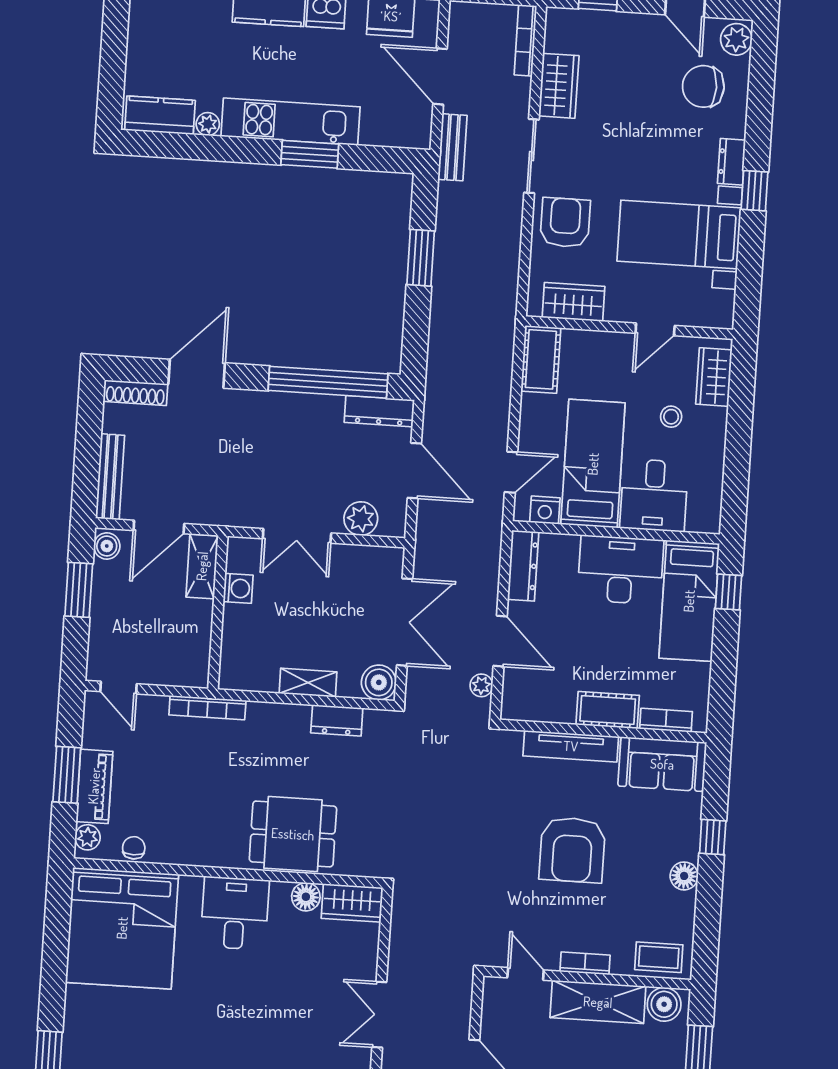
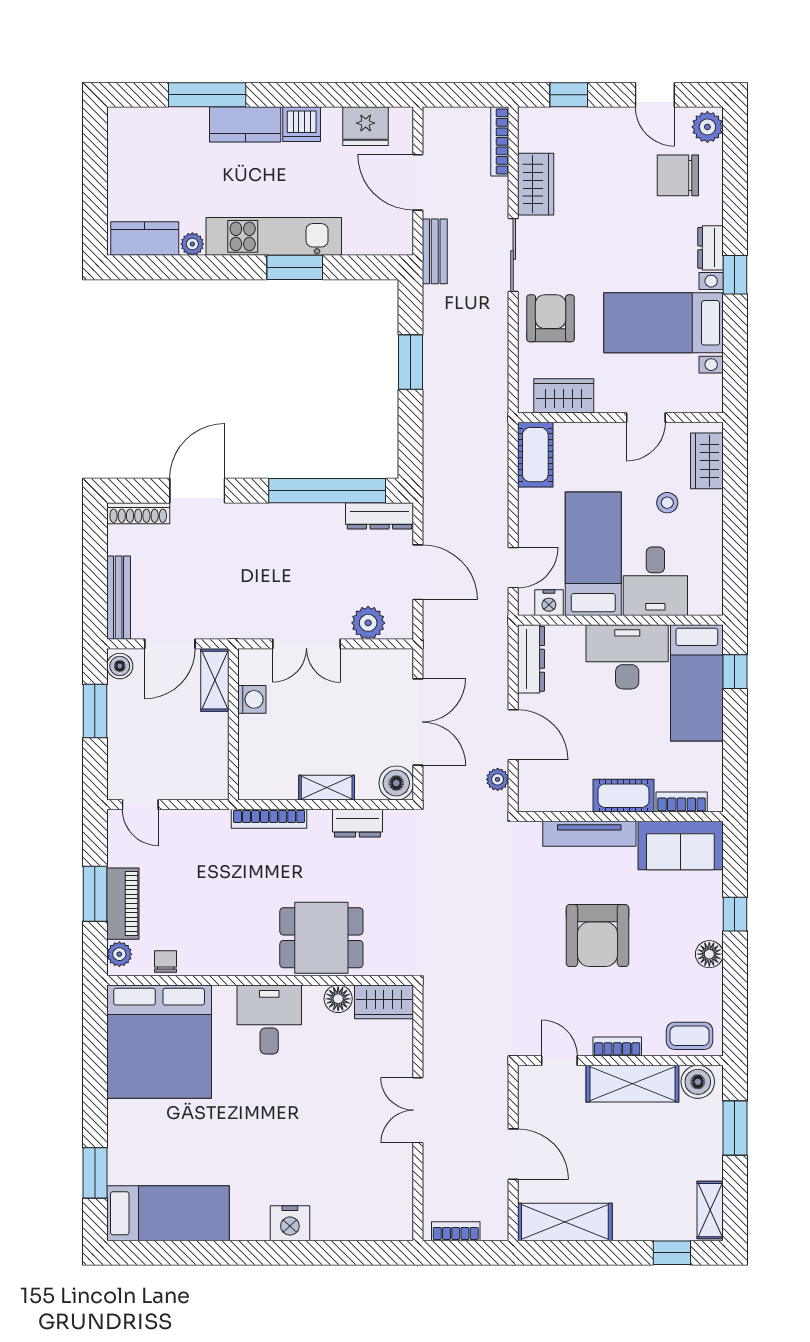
bookcase: (207, 708) -> (269, 819), moved

